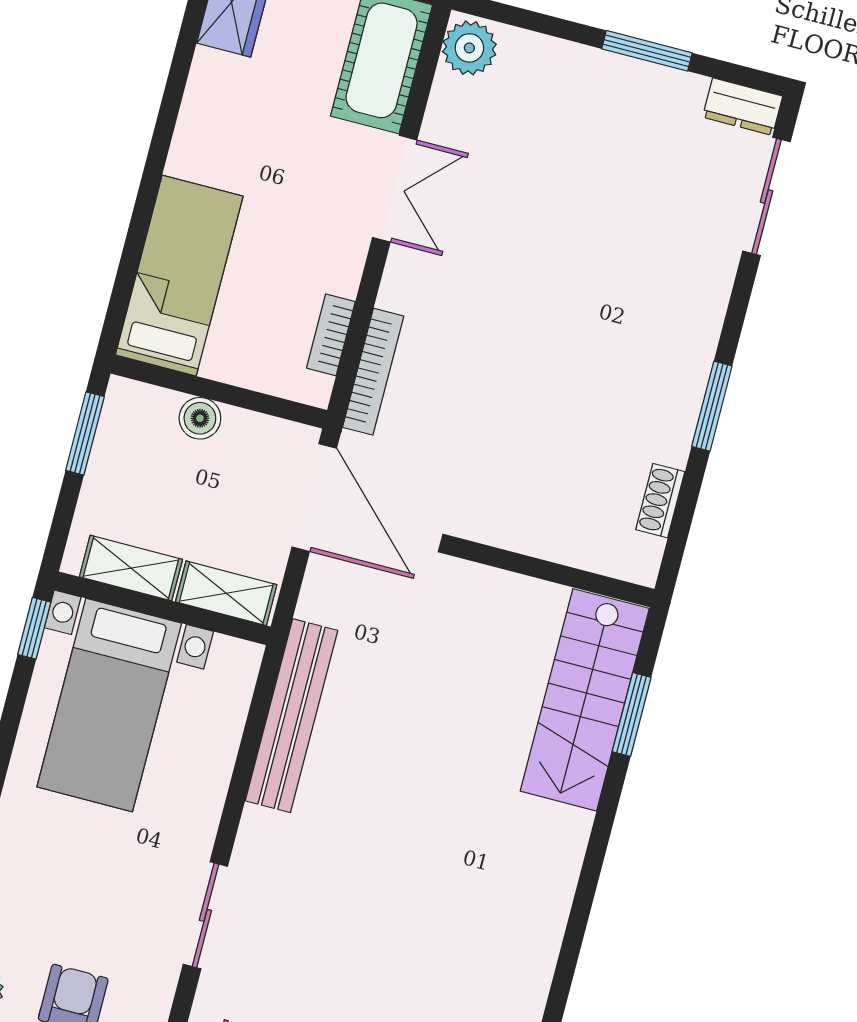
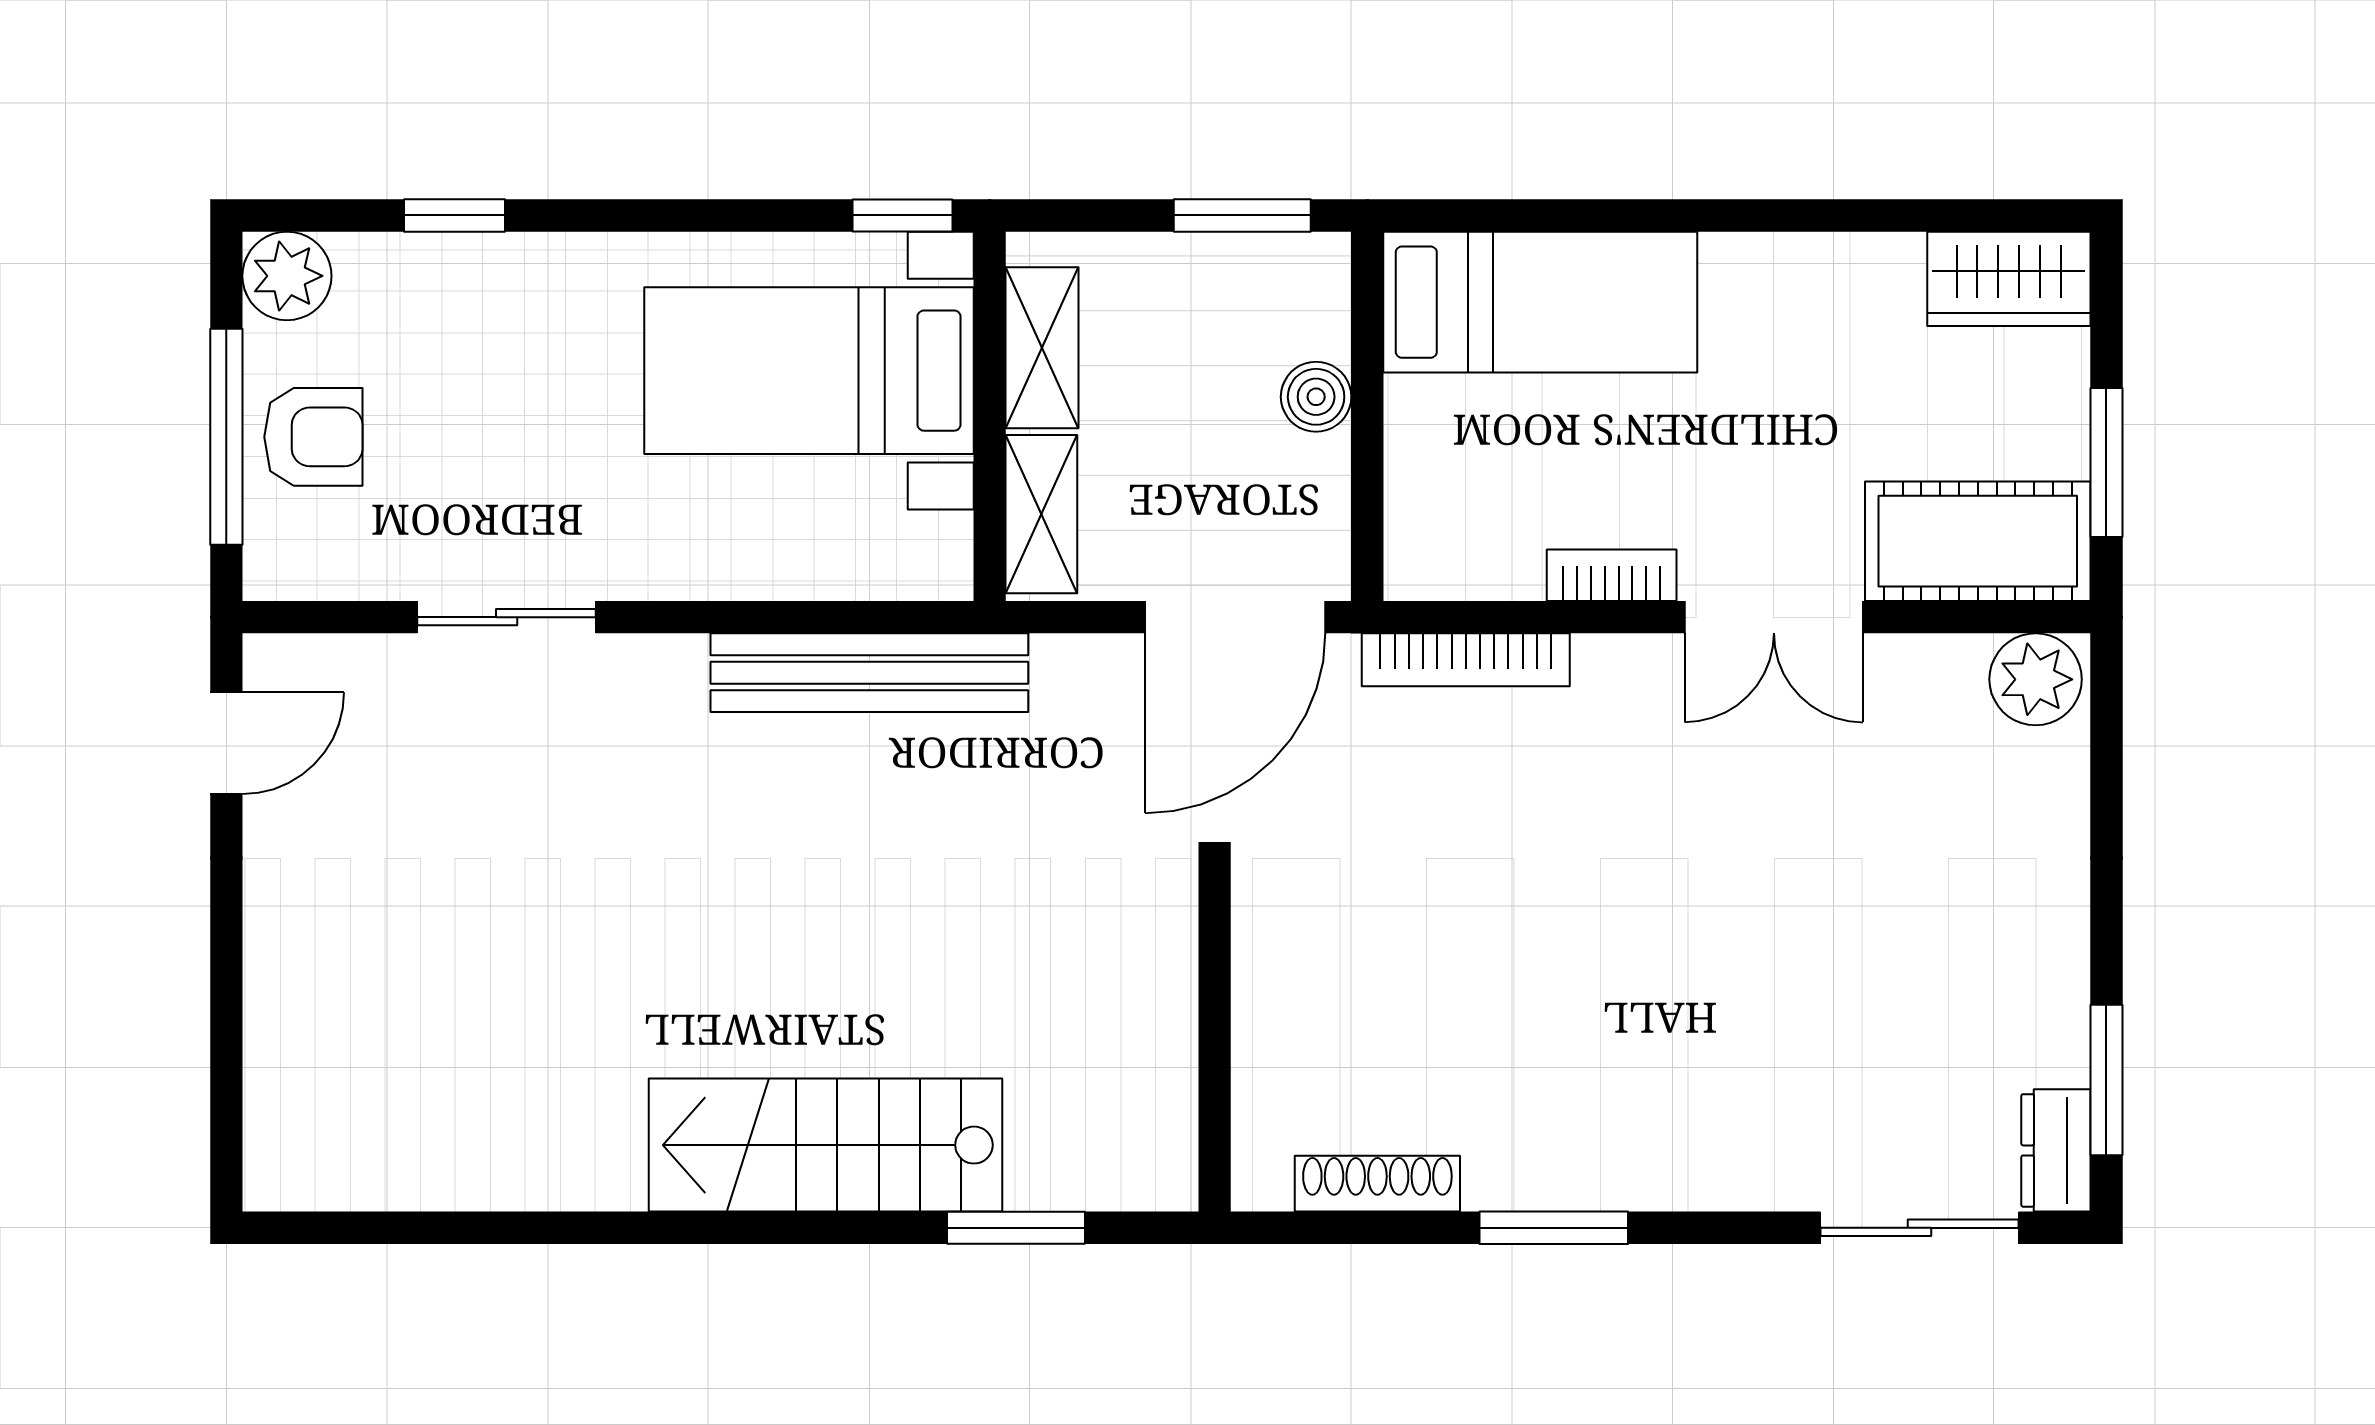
window: (647, 51) -> (2106, 1080), moved
bookcase: (331, 335) -> (1612, 575), moved
shoe rack: (660, 501) -> (1377, 1184), width x1.43
stairs: (585, 700) -> (826, 1145), moved

